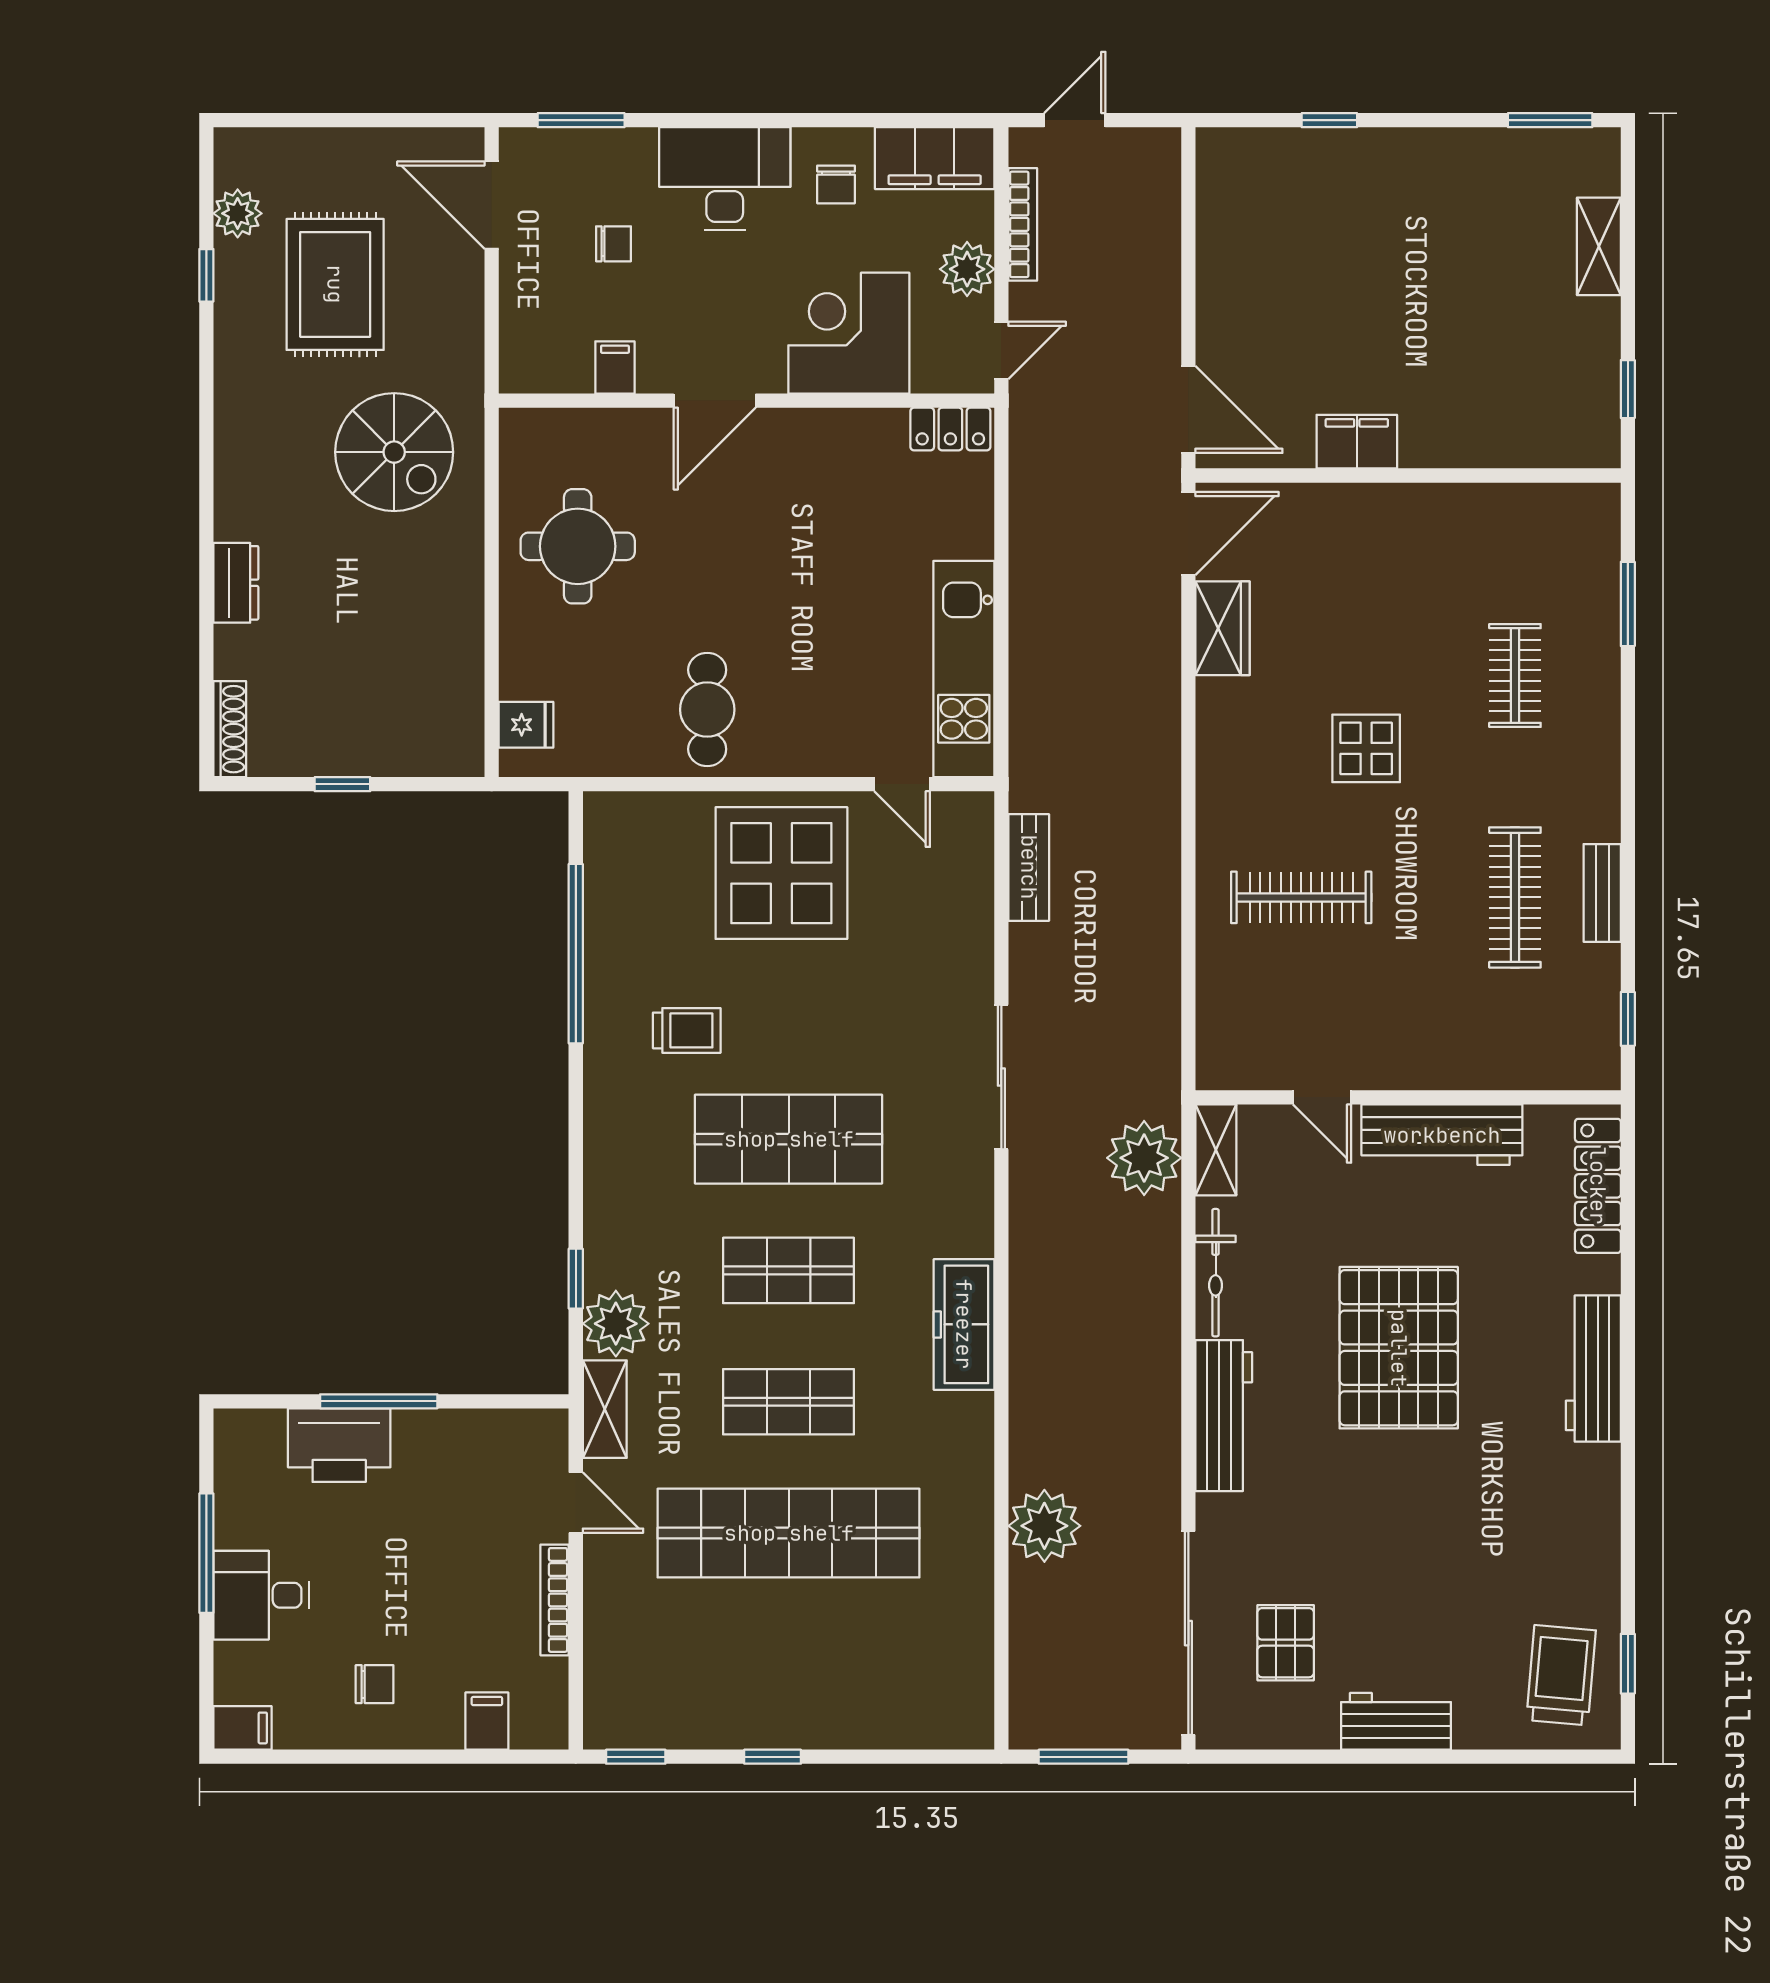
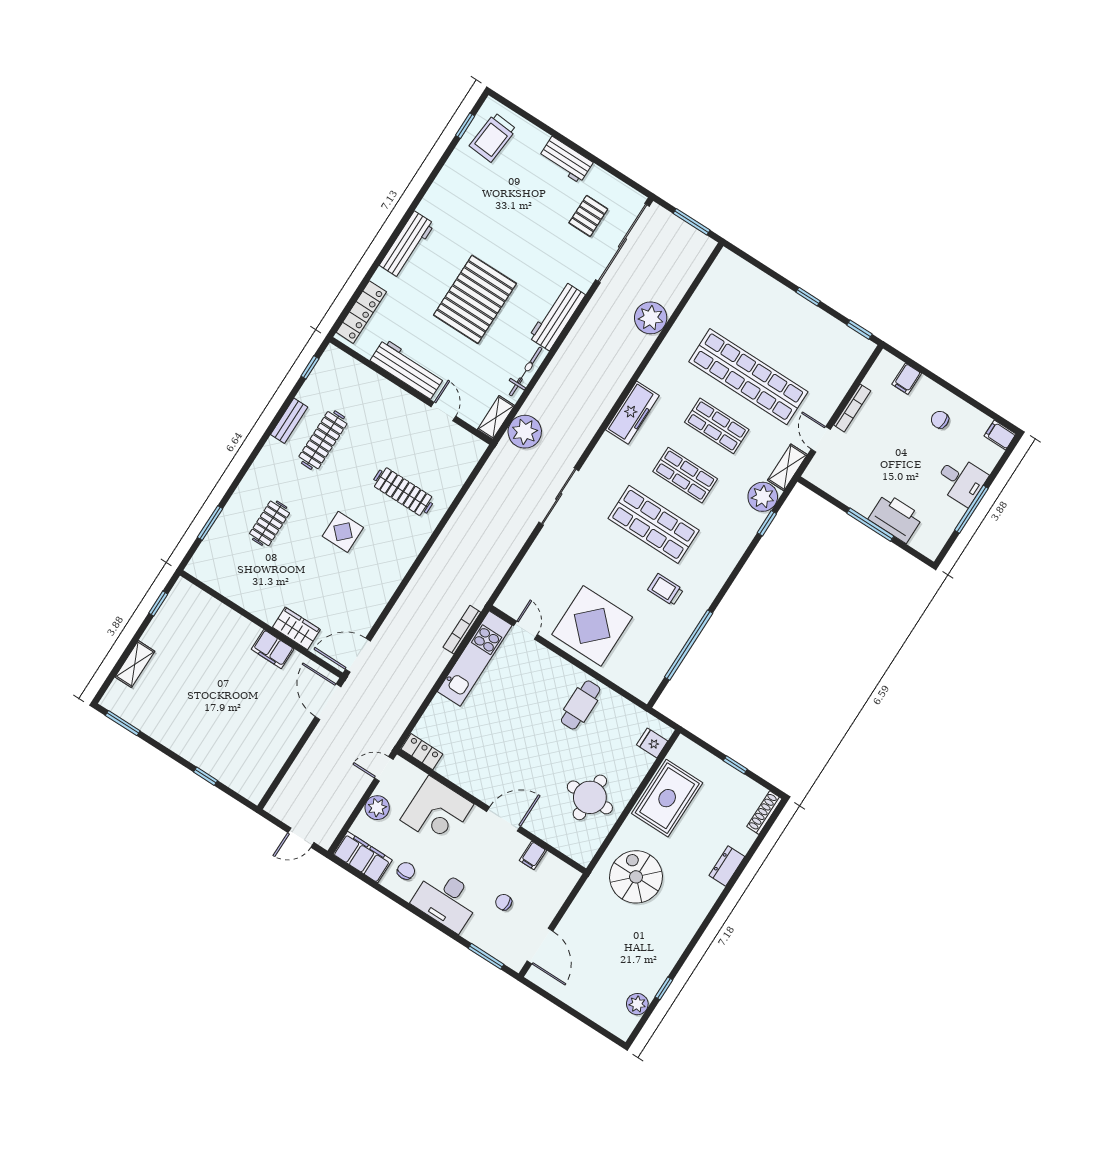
bookcase: (1023, 224) -> (462, 630), moved
rug: (335, 284) -> (667, 798), moved
wardrobe: (1222, 628) -> (296, 628), moved, turned 90
bench: (1029, 867) -> (498, 568), removed

